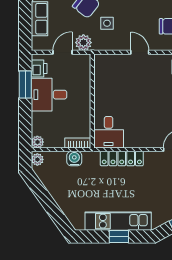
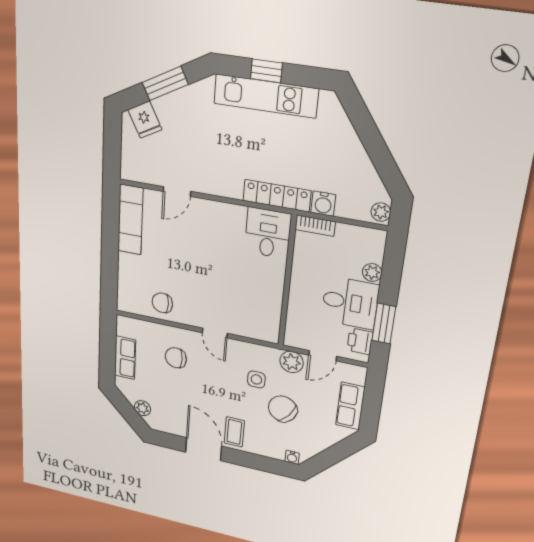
plant: (37, 142) -> (372, 272), moved
locker: (122, 159) -> (277, 196), moved

